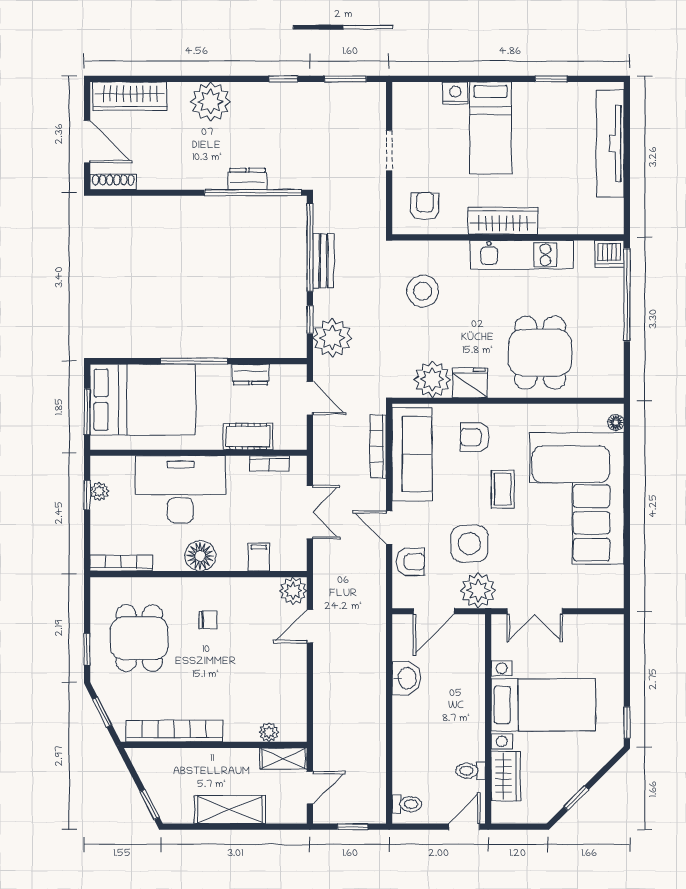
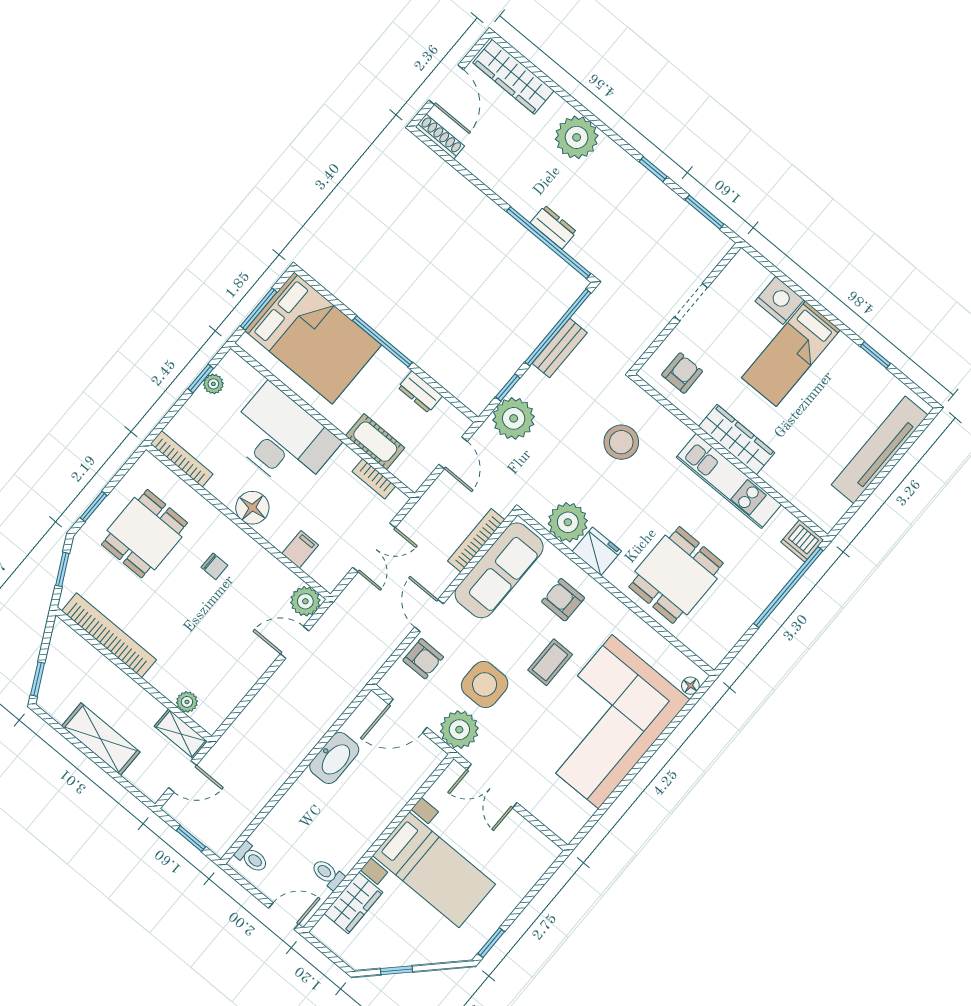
nightstand: (455, 93) -> (779, 300), width x1.36, depth x1.33
washbasin: (406, 678) -> (334, 758), width x1.38

